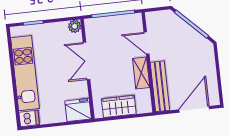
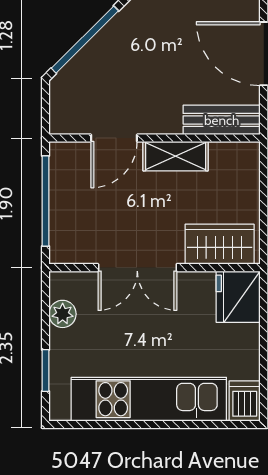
plant: (75, 26) -> (63, 314), moved
bench: (160, 86) -> (222, 120), width x0.73
wardrobe: (119, 106) -> (220, 244), moved, turned 90

